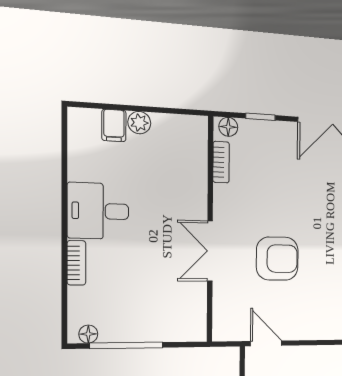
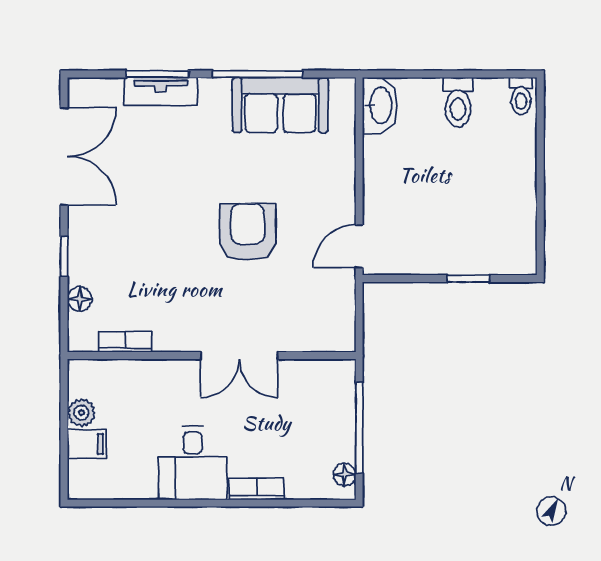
bookcase: (221, 162) -> (125, 342), moved
wall: (210, 229) -> (212, 356), moved
double door: (210, 251) -> (239, 356), moved

